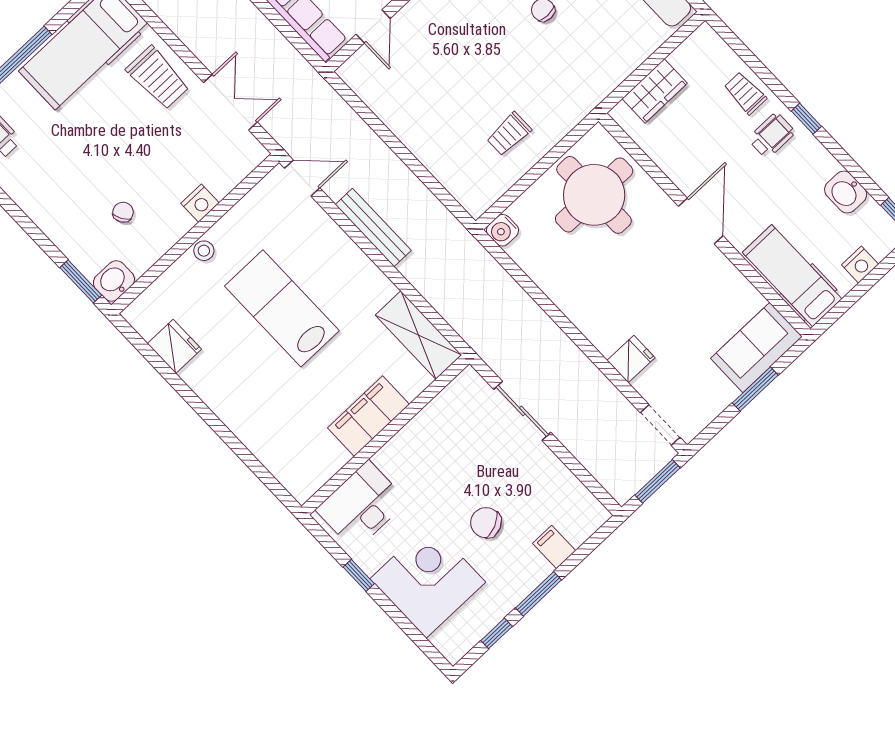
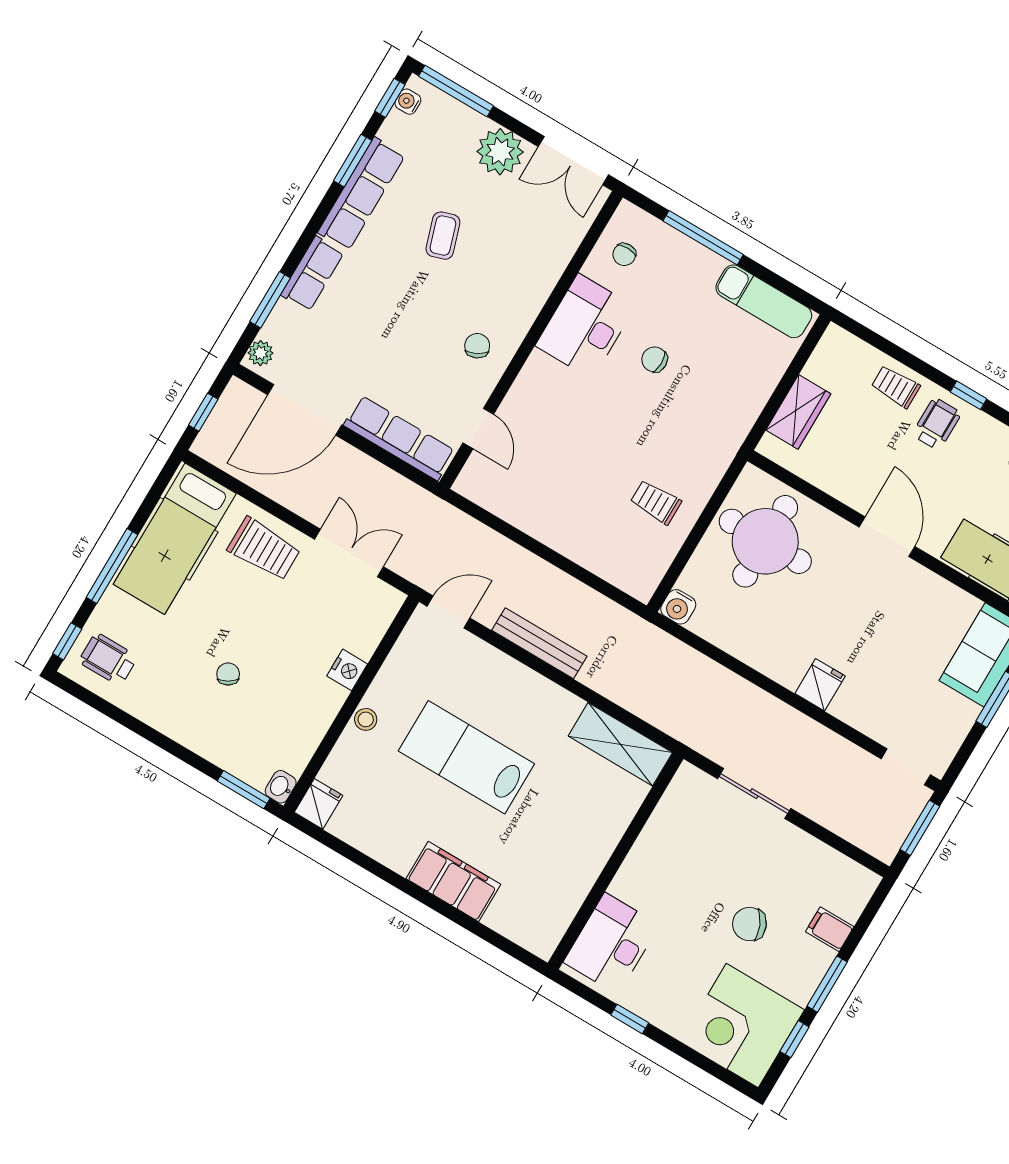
trolley: (509, 134) -> (656, 502), turned 90
chair: (123, 212) -> (228, 674), moved
washbasin: (114, 281) -> (281, 787), width x0.72, depth x0.69
fridge: (174, 346) -> (318, 804), moved, width x0.72
fridge: (631, 359) -> (820, 685), moved
filing cabinet: (369, 416) -> (453, 881), moved, turned 90
corner desk: (428, 580) -> (742, 1025), moved, turned -90

